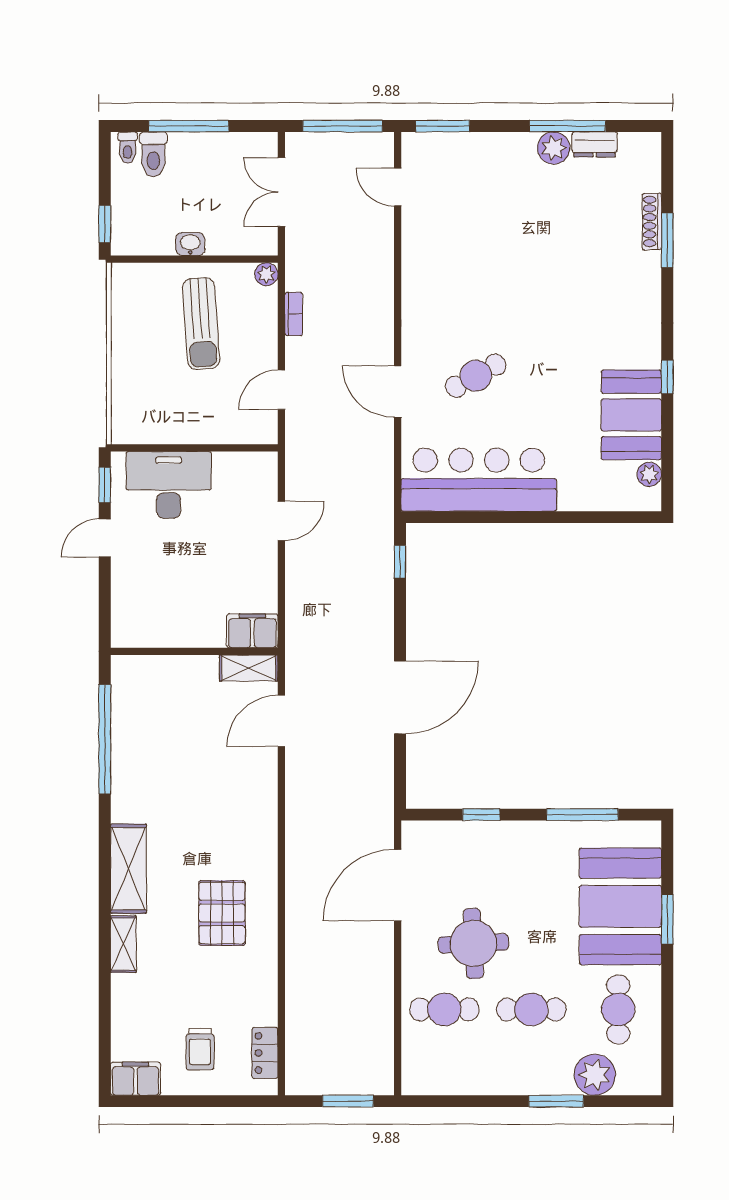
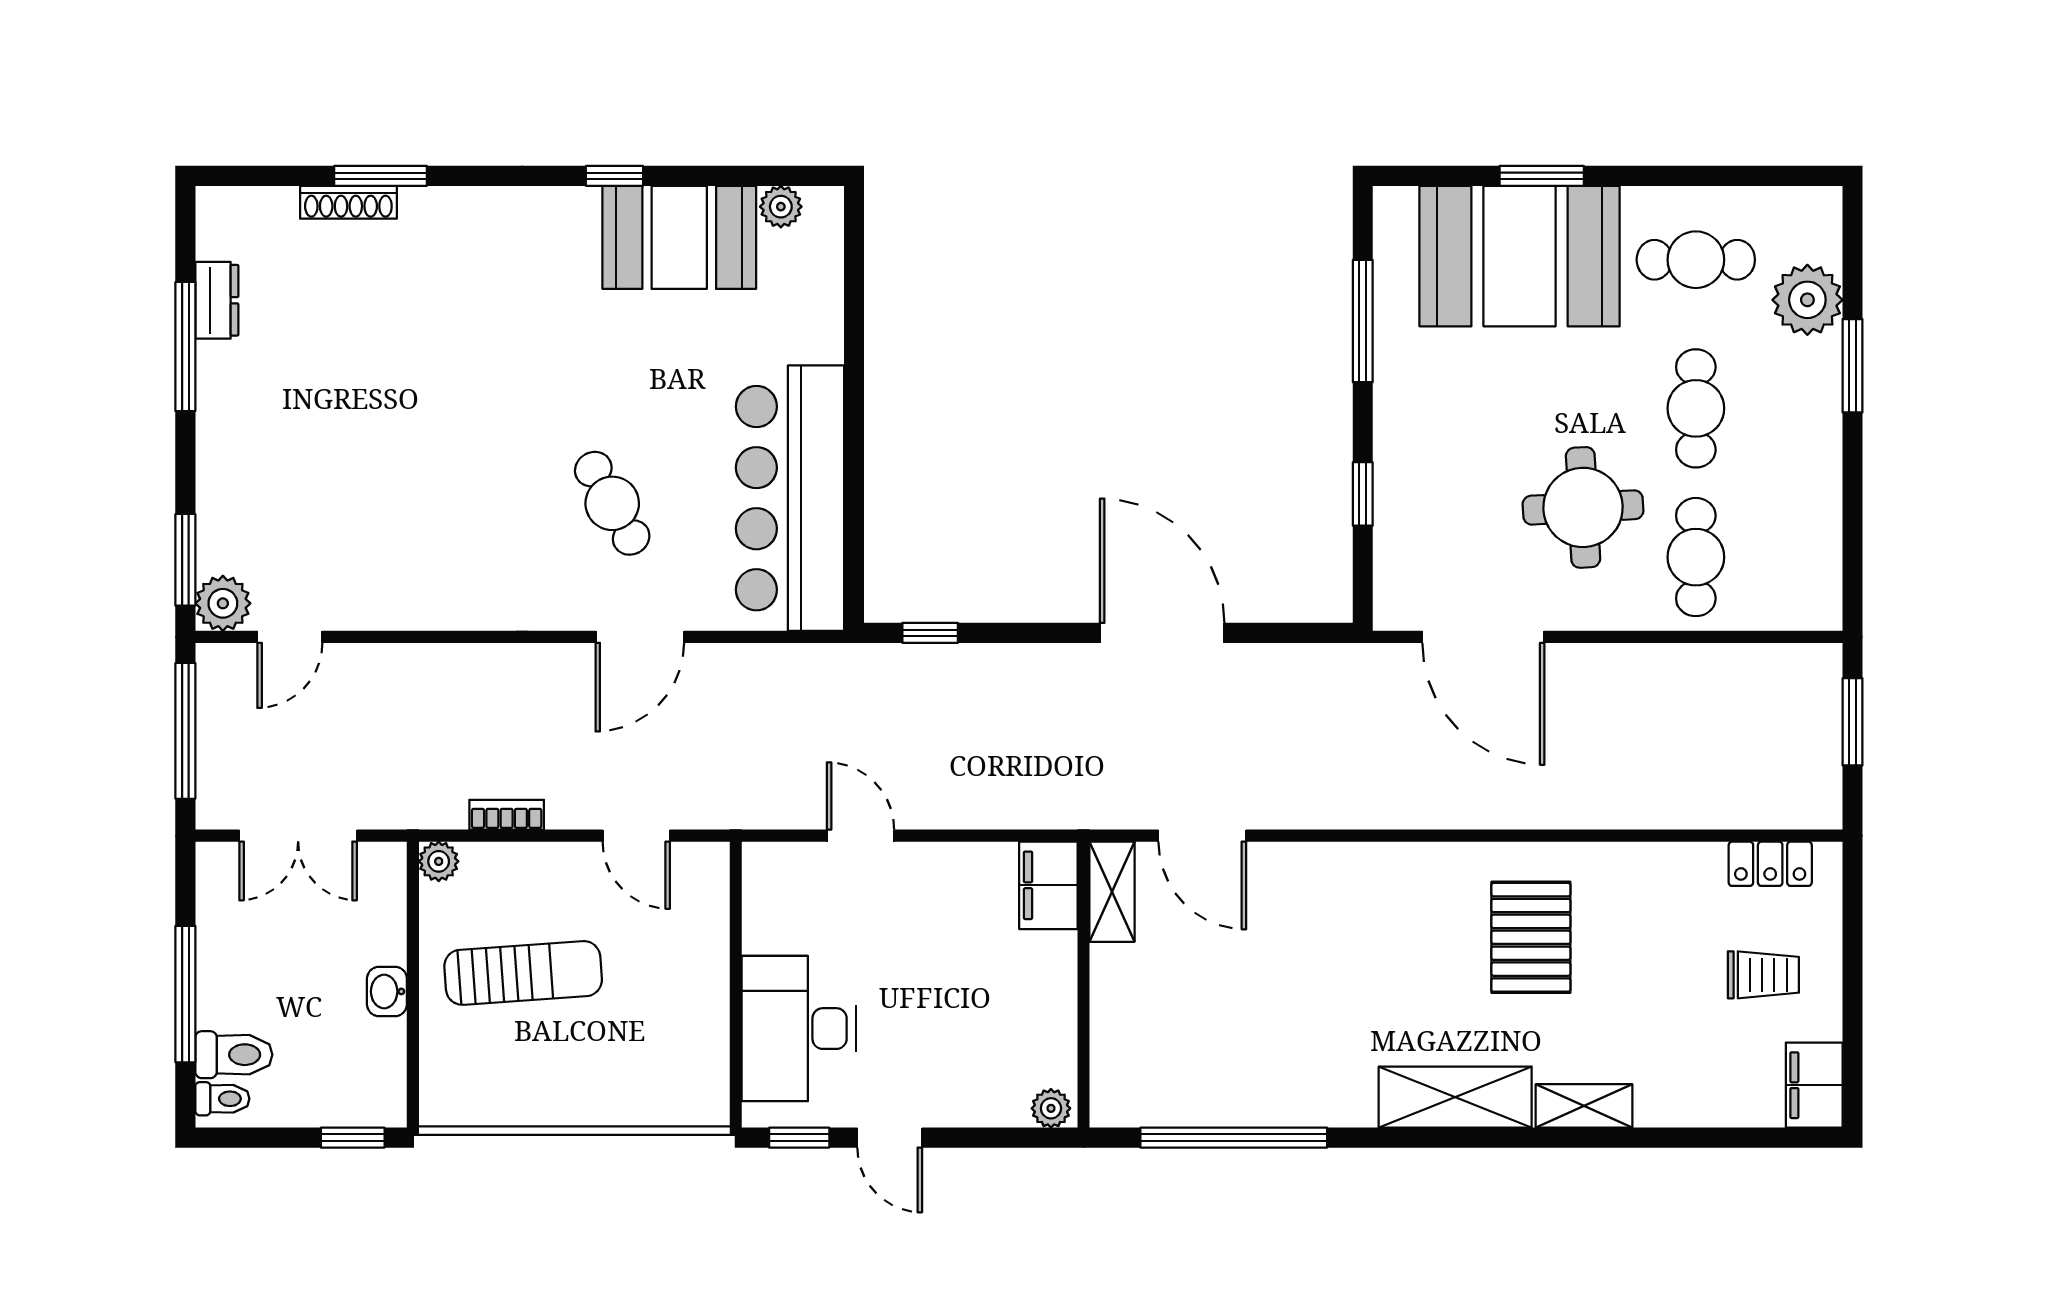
plant: (554, 148) -> (223, 603), moved
plant: (122, 632) -> (1051, 1108), added
pallet: (222, 913) -> (1531, 937), turned 90

